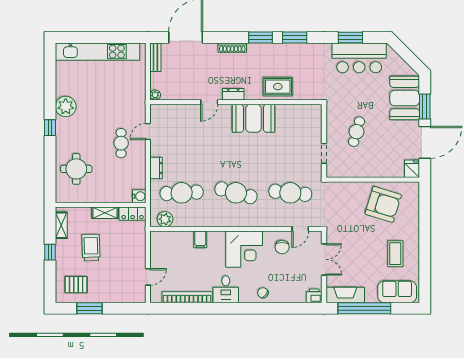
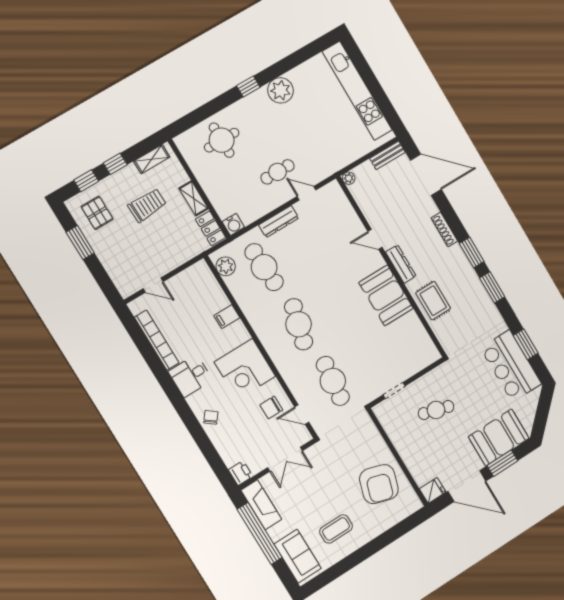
dresser: (233, 94) -> (401, 264), width x1.44
dresser: (156, 168) -> (279, 222), width x1.44
window: (50, 279) -> (86, 181), added

